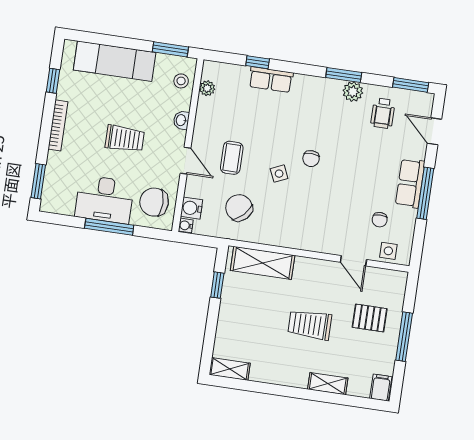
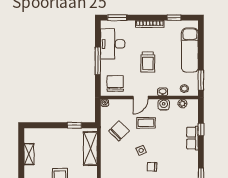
desk: (104, 199) -> (113, 44), moved
water cooler: (192, 208) -> (164, 105), moved
shelving: (230, 369) -> (29, 154), moved

